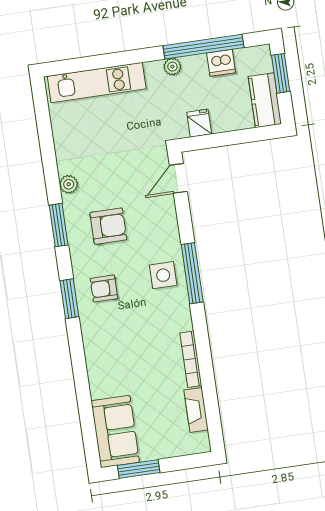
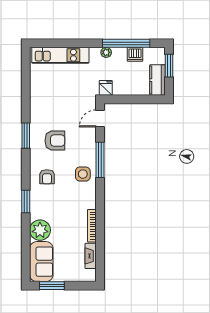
fridge: (199, 123) -> (106, 88), moved
plant: (69, 184) -> (40, 230), moved, width x1.87, depth x1.87
window: (192, 273) -> (100, 160), moved
armchair: (104, 288) -> (47, 177), turned -90
window: (69, 299) -> (26, 201), moved

